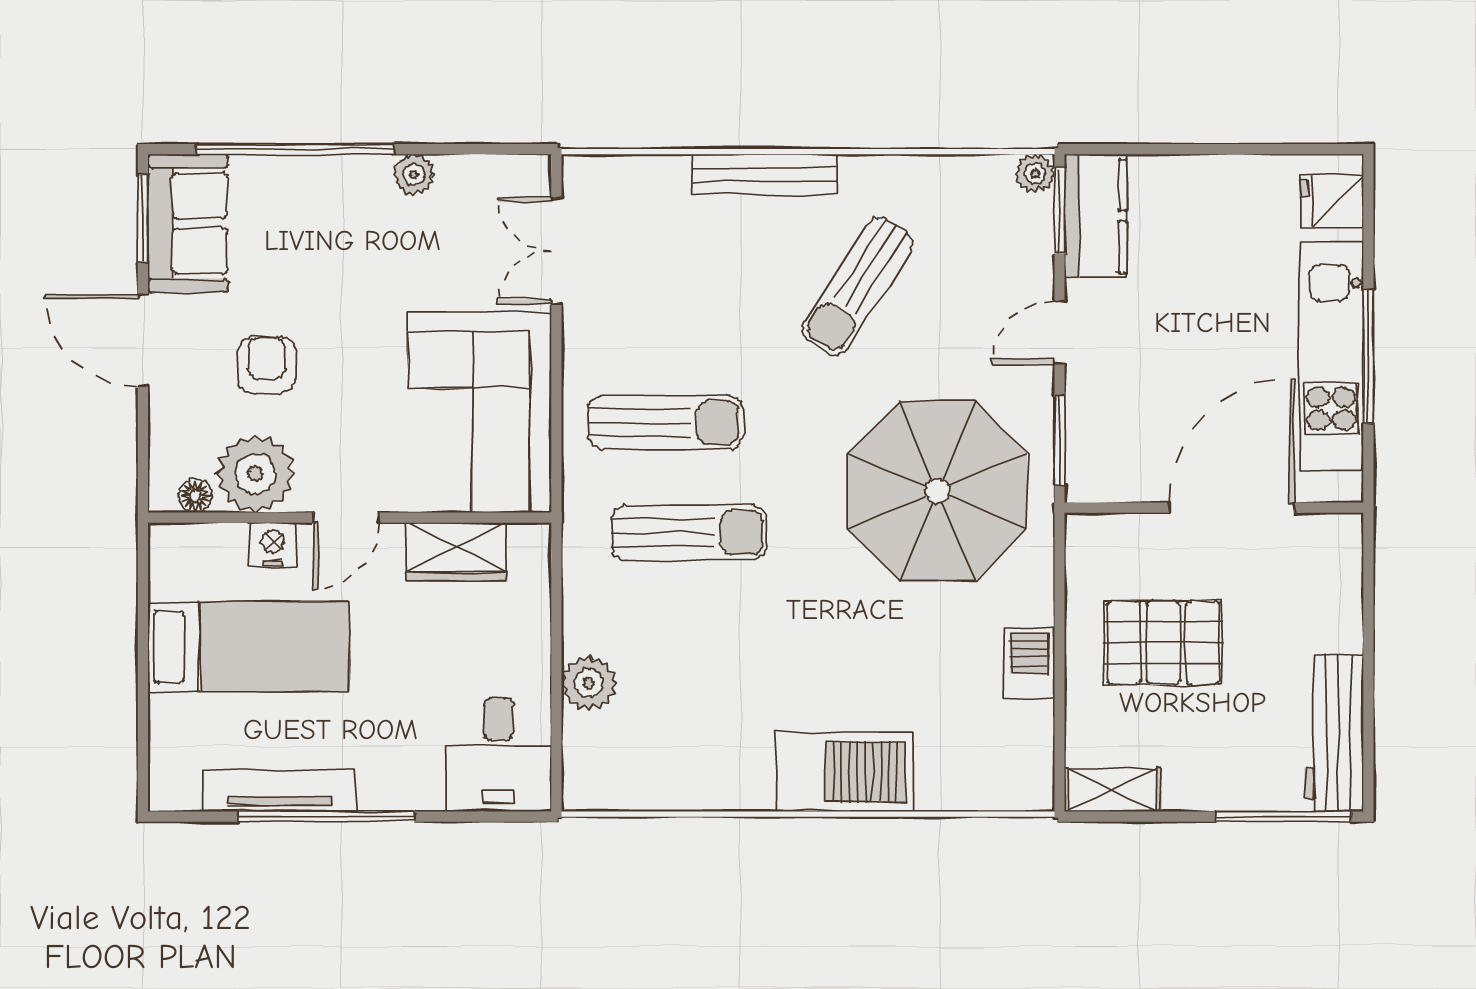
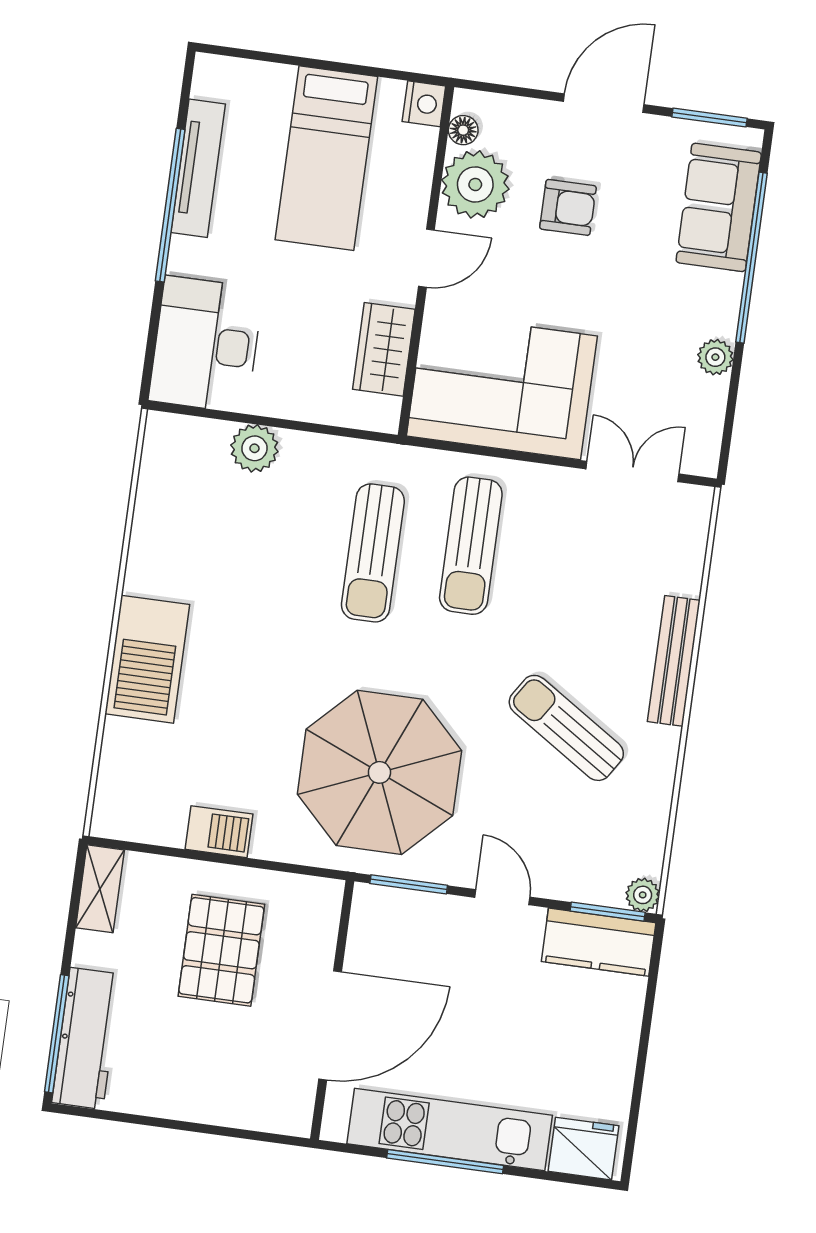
fridge: (1332, 201) -> (583, 1149), width x1.38
sofa: (188, 223) -> (719, 207), moved, turned 90
door: (1232, 508) -> (330, 1025), hinge flipped
door: (346, 518) -> (426, 258), swing flipped
nightstand: (273, 545) -> (424, 104), moved
workbench: (1334, 733) -> (86, 1038), moved, turned 90
desk: (498, 754) -> (206, 345), width x1.37

